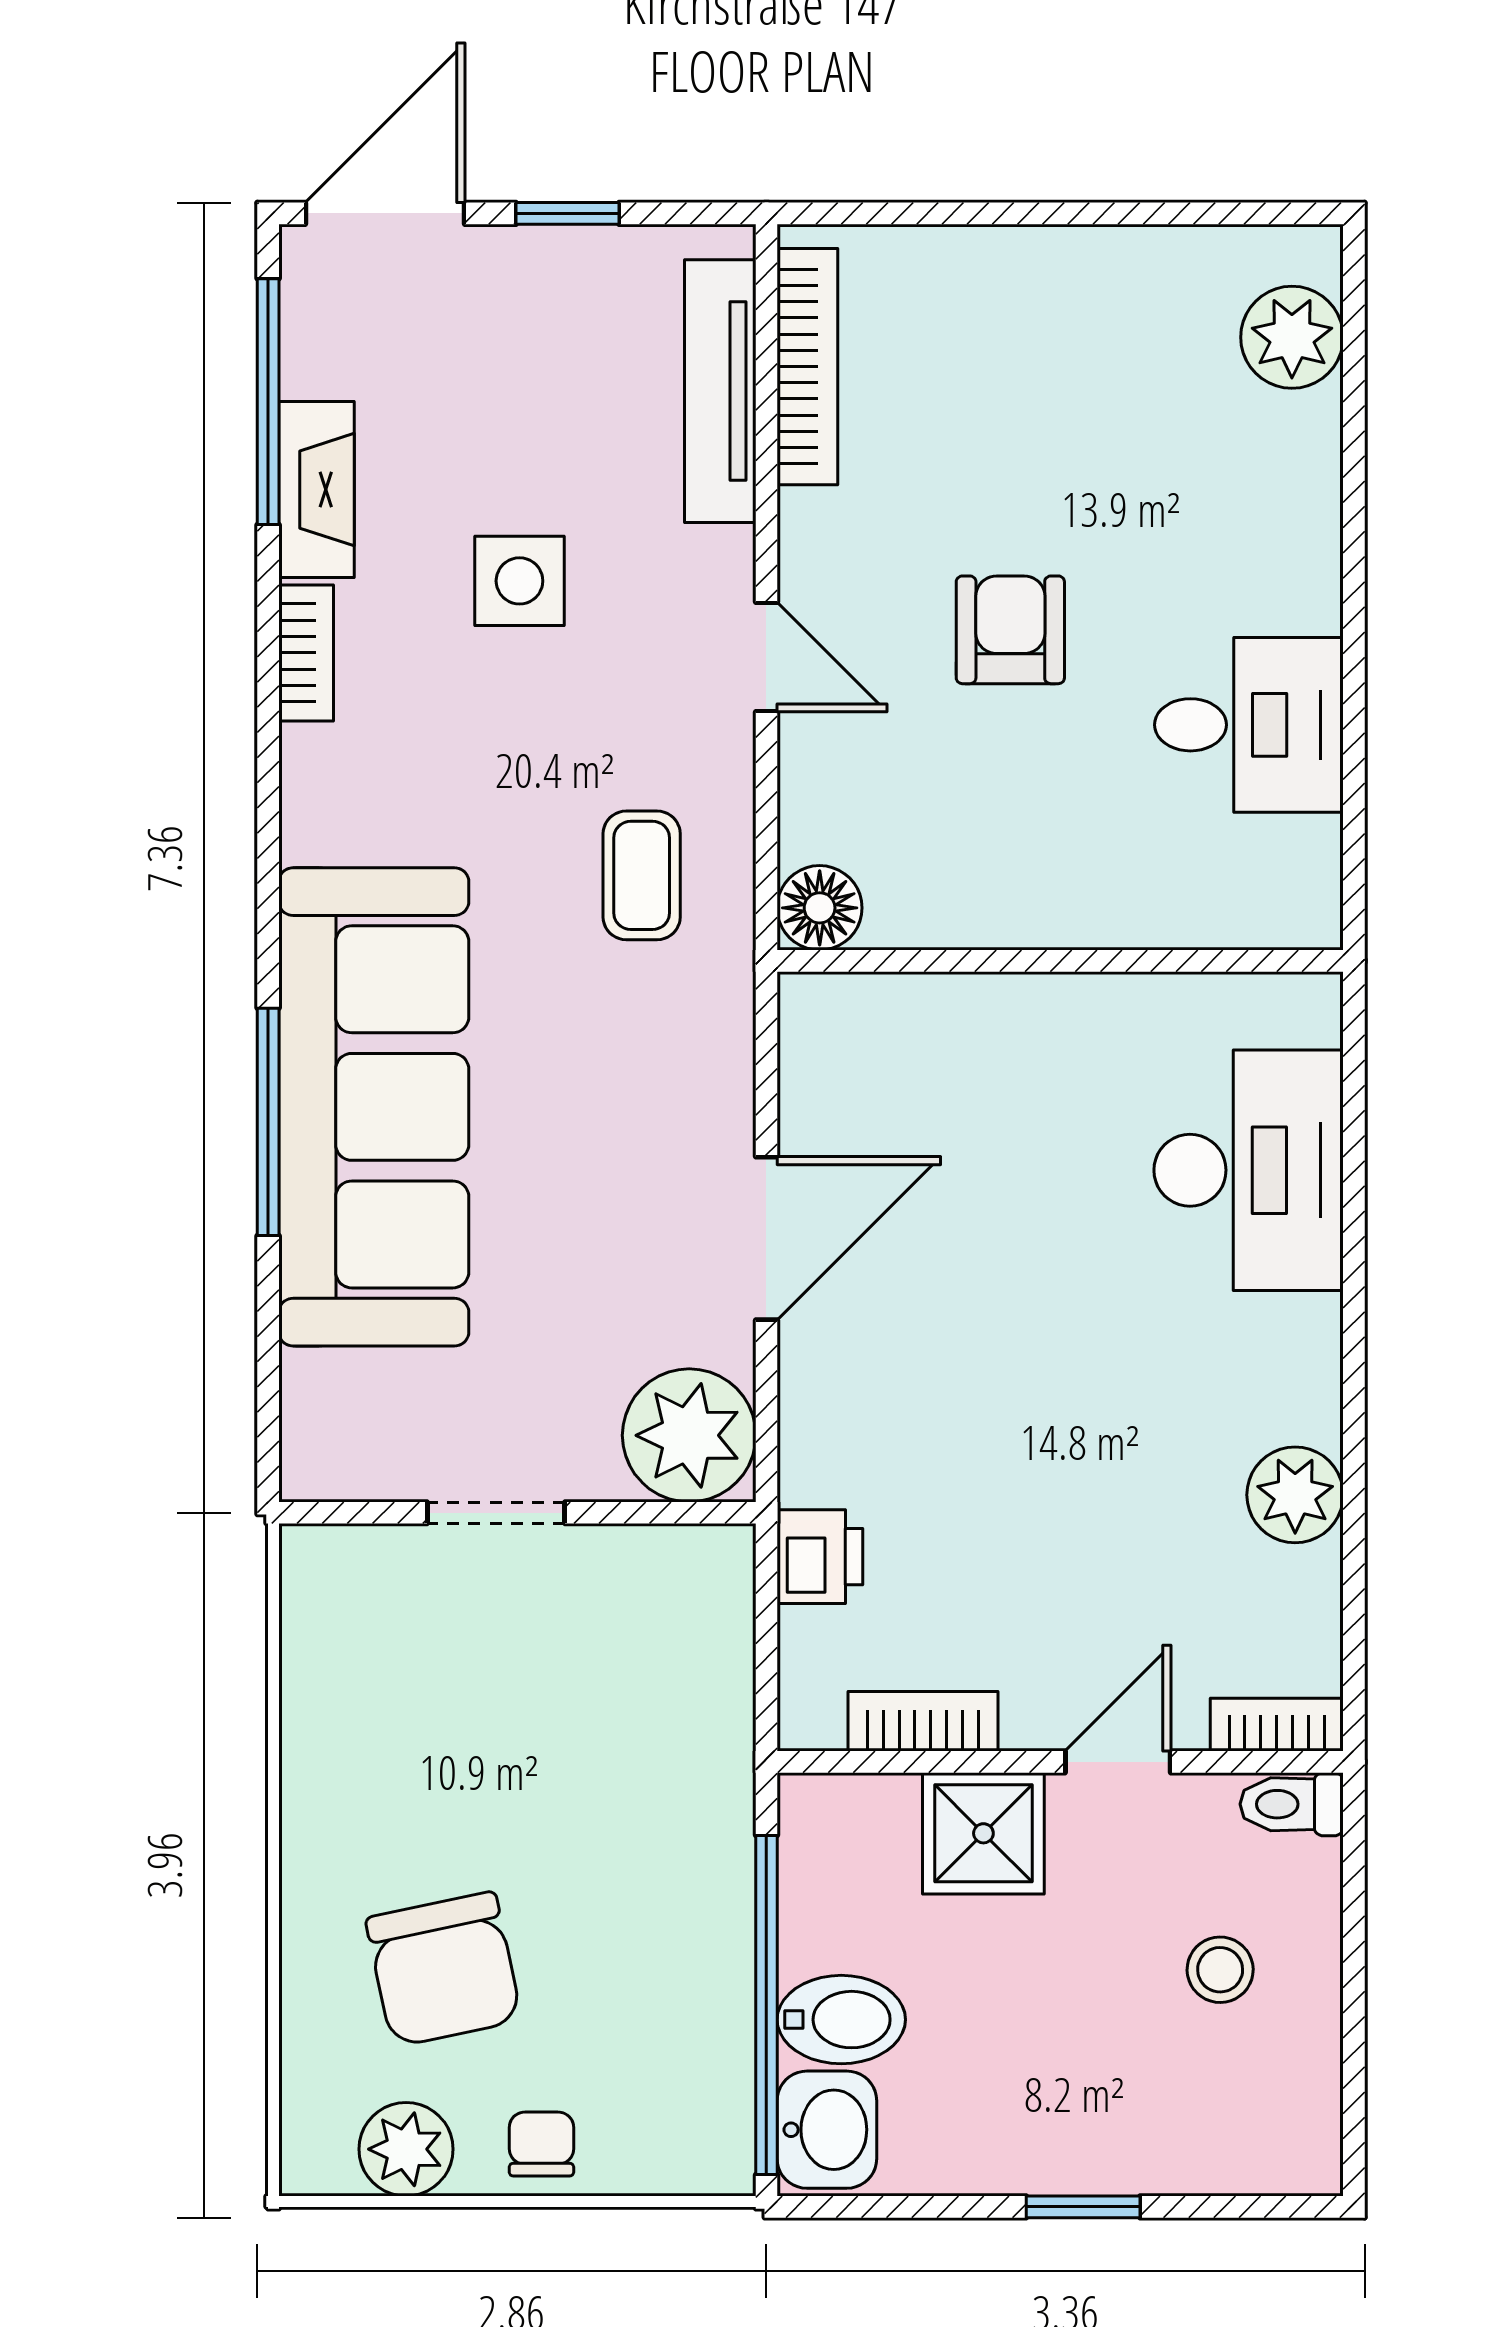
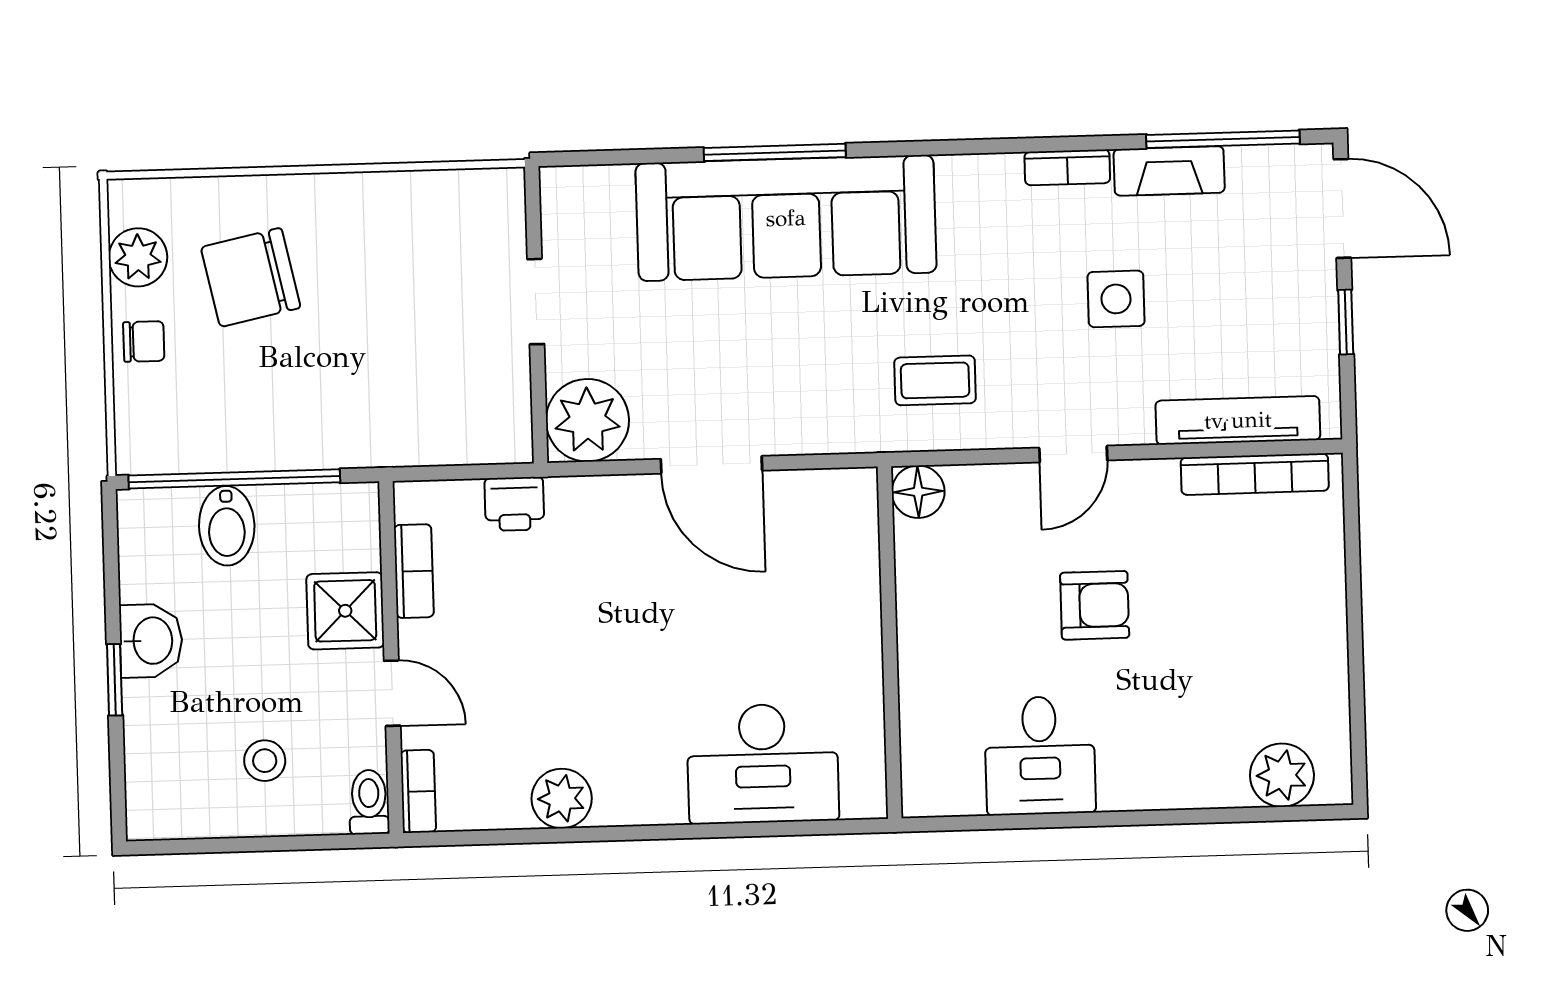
washbasin: (827, 2130) -> (151, 641), moved, turned -90

